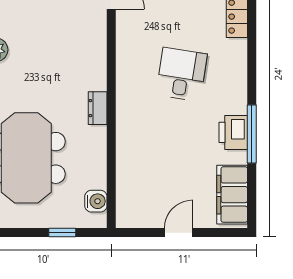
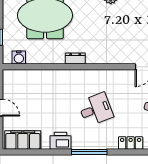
desk: (182, 74) -> (96, 109), turned -30
window: (252, 134) -> (89, 152), moved

